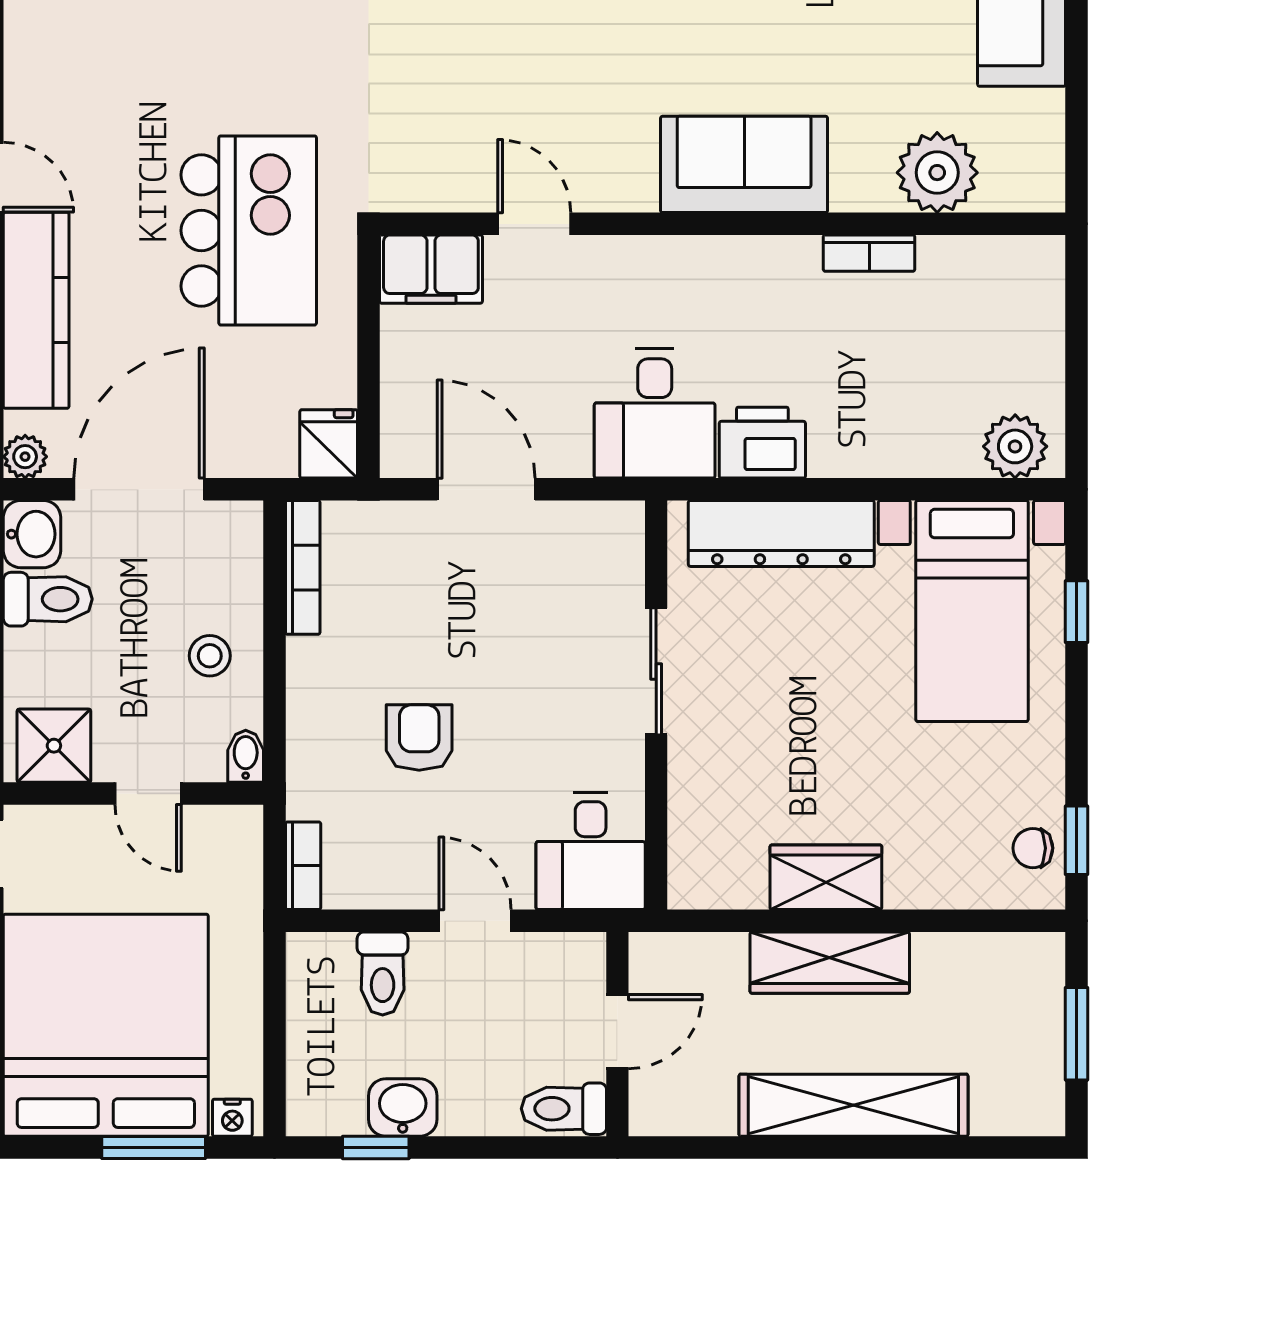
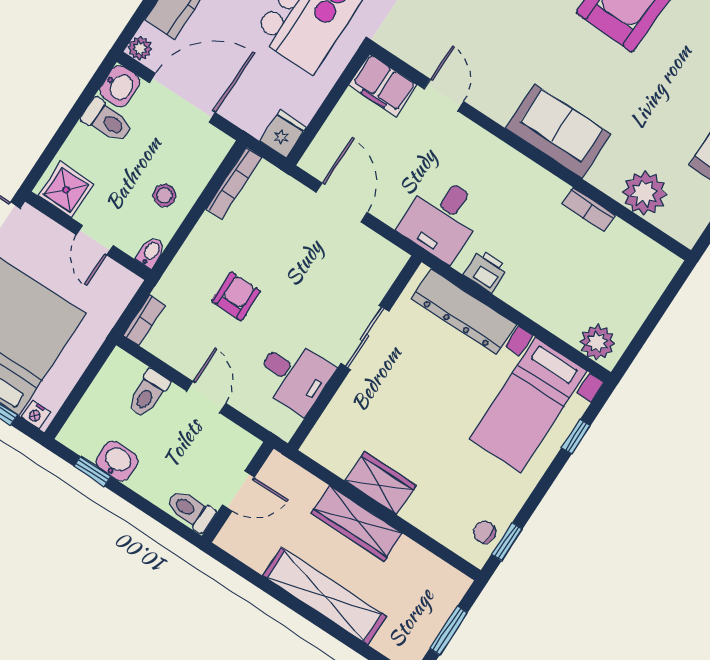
printer: (762, 443) -> (486, 271), width x0.73, depth x0.81
desk: (591, 851) -> (294, 375), moved, turned -90

